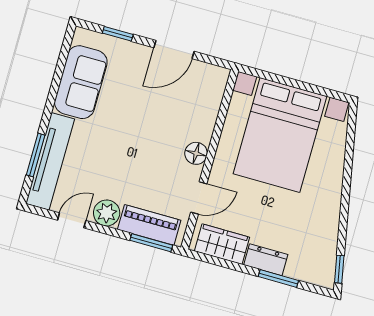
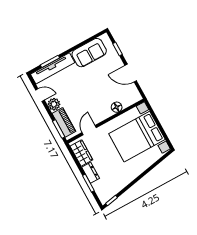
floor lamp: (196, 153) -> (117, 107), moved
door: (199, 198) -> (89, 130), swing flipped

